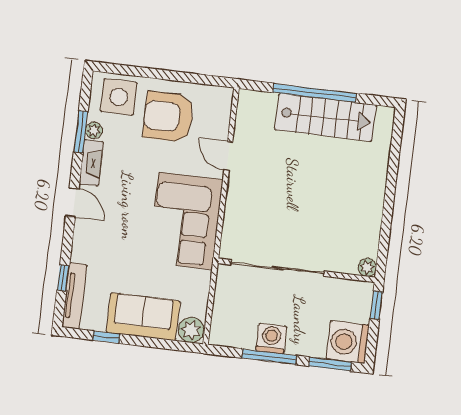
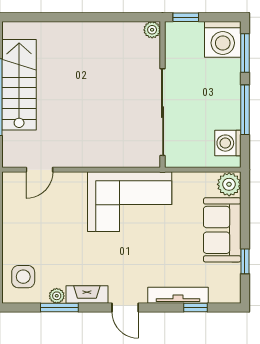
side table: (119, 97) -> (23, 277), width x0.73, depth x0.73
armchair: (168, 117) -> (36, 229), removed
door: (228, 156) -> (39, 170), moved
door: (72, 202) -> (125, 308), swing flipped
tv unit: (74, 296) -> (178, 295), moved
washing machine: (271, 338) -> (228, 143), moved

